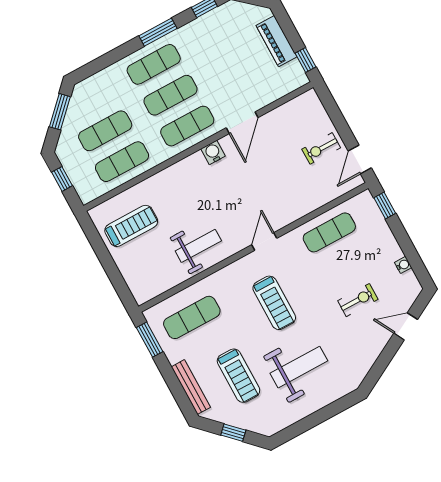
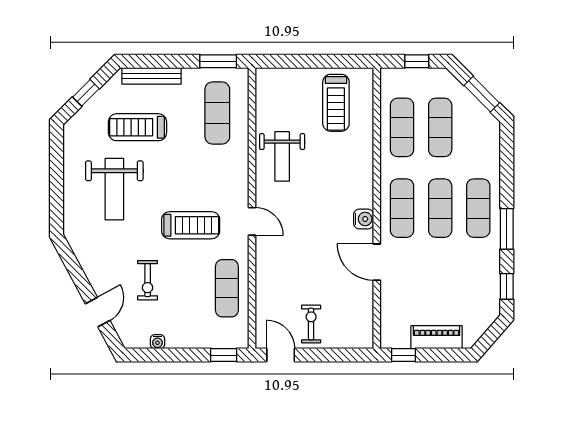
treadmill: (274, 303) -> (191, 225), moved, turned 180

